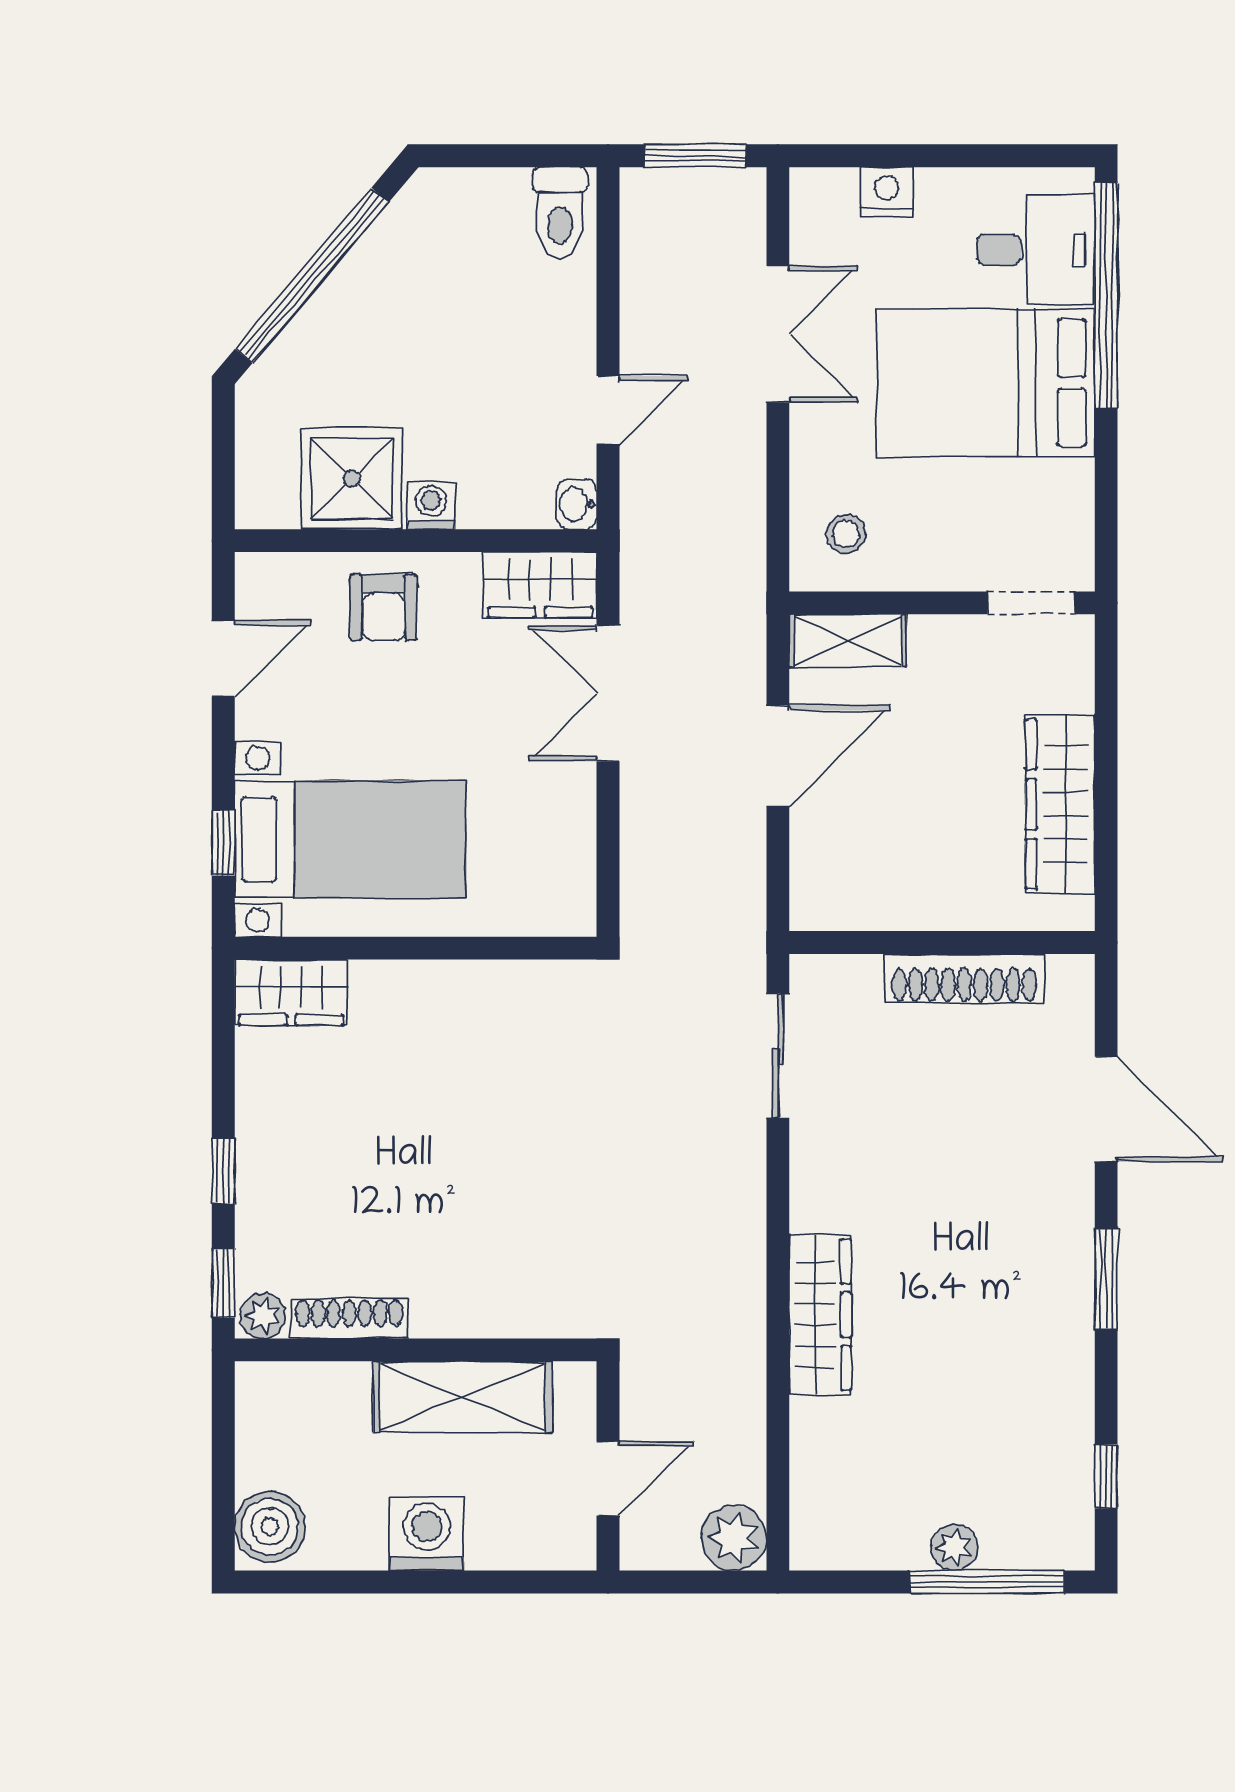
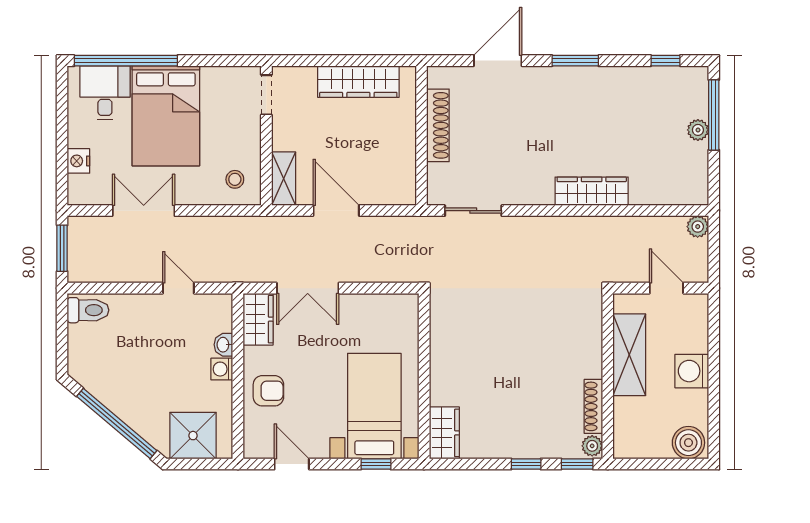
shower: (352, 478) -> (193, 436), moved
washbasin: (576, 504) -> (223, 345), moved, turned 90
plant: (734, 1538) -> (698, 227), width x0.73, depth x0.73

